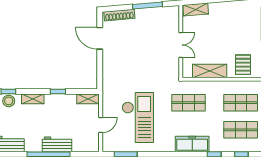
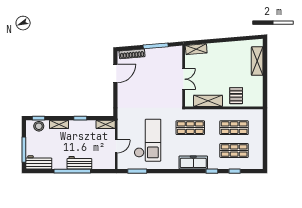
door: (100, 38) -> (115, 73), swing flipped

